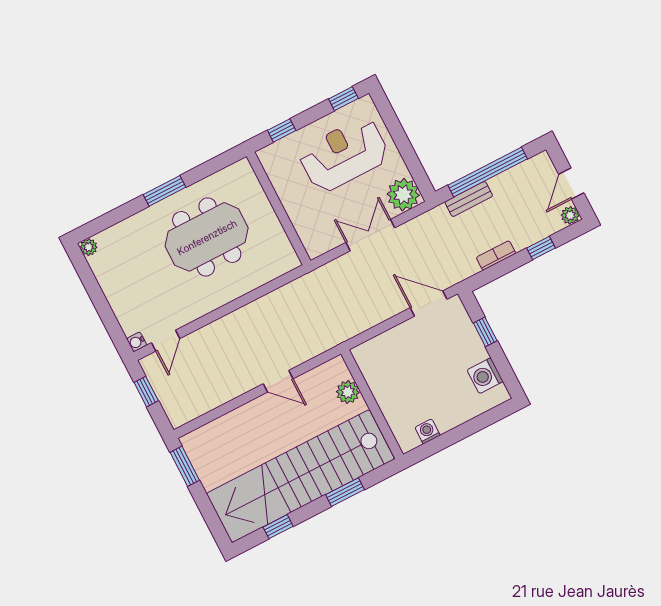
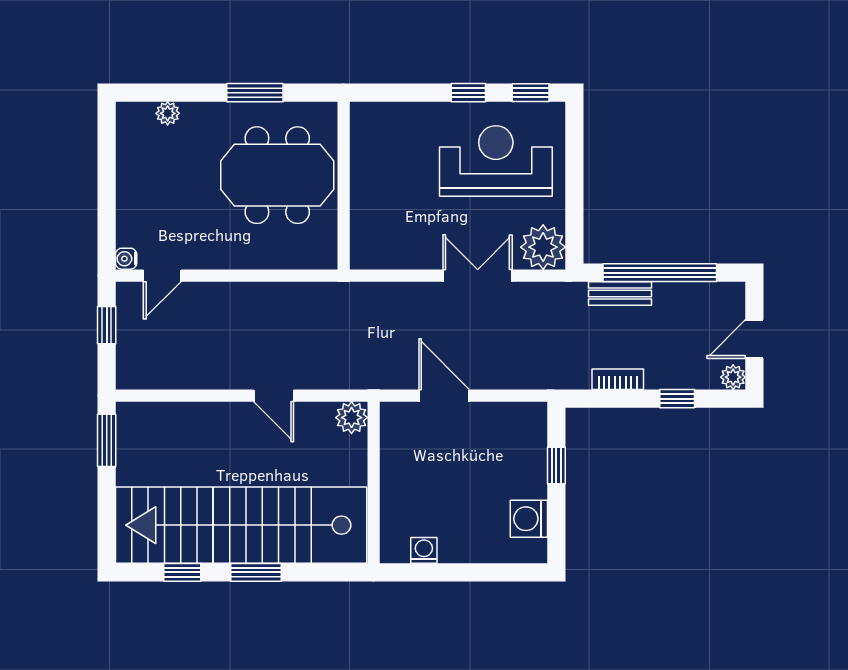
window: (282, 130) -> (468, 93), moved
wall: (278, 208) -> (344, 186), moved
plant: (89, 247) -> (168, 113), moved
door: (429, 304) -> (444, 396), moved
plant: (348, 392) -> (352, 418), moved
window: (345, 492) -> (256, 572), moved

